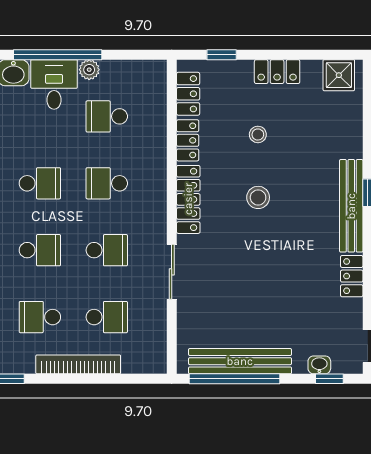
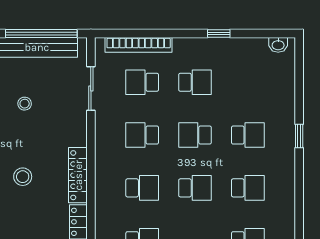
stool: (258, 134) -> (25, 104), moved
school desk: (40, 183) -> (195, 188), turned 180
sliding door: (172, 272) -> (91, 89), moved
bookcase: (78, 364) -> (139, 45), moved

